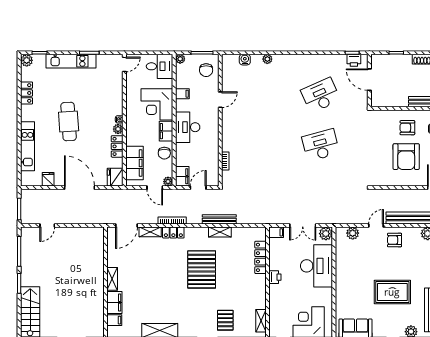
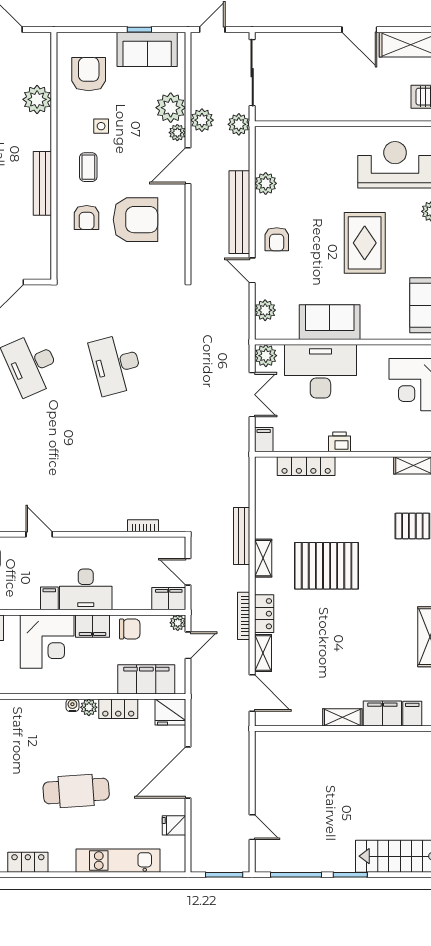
filing cabinet: (182, 94) -> (49, 598), moved
shelving: (220, 232) -> (263, 558), moved
sofa: (346, 271) -> (330, 322), added

